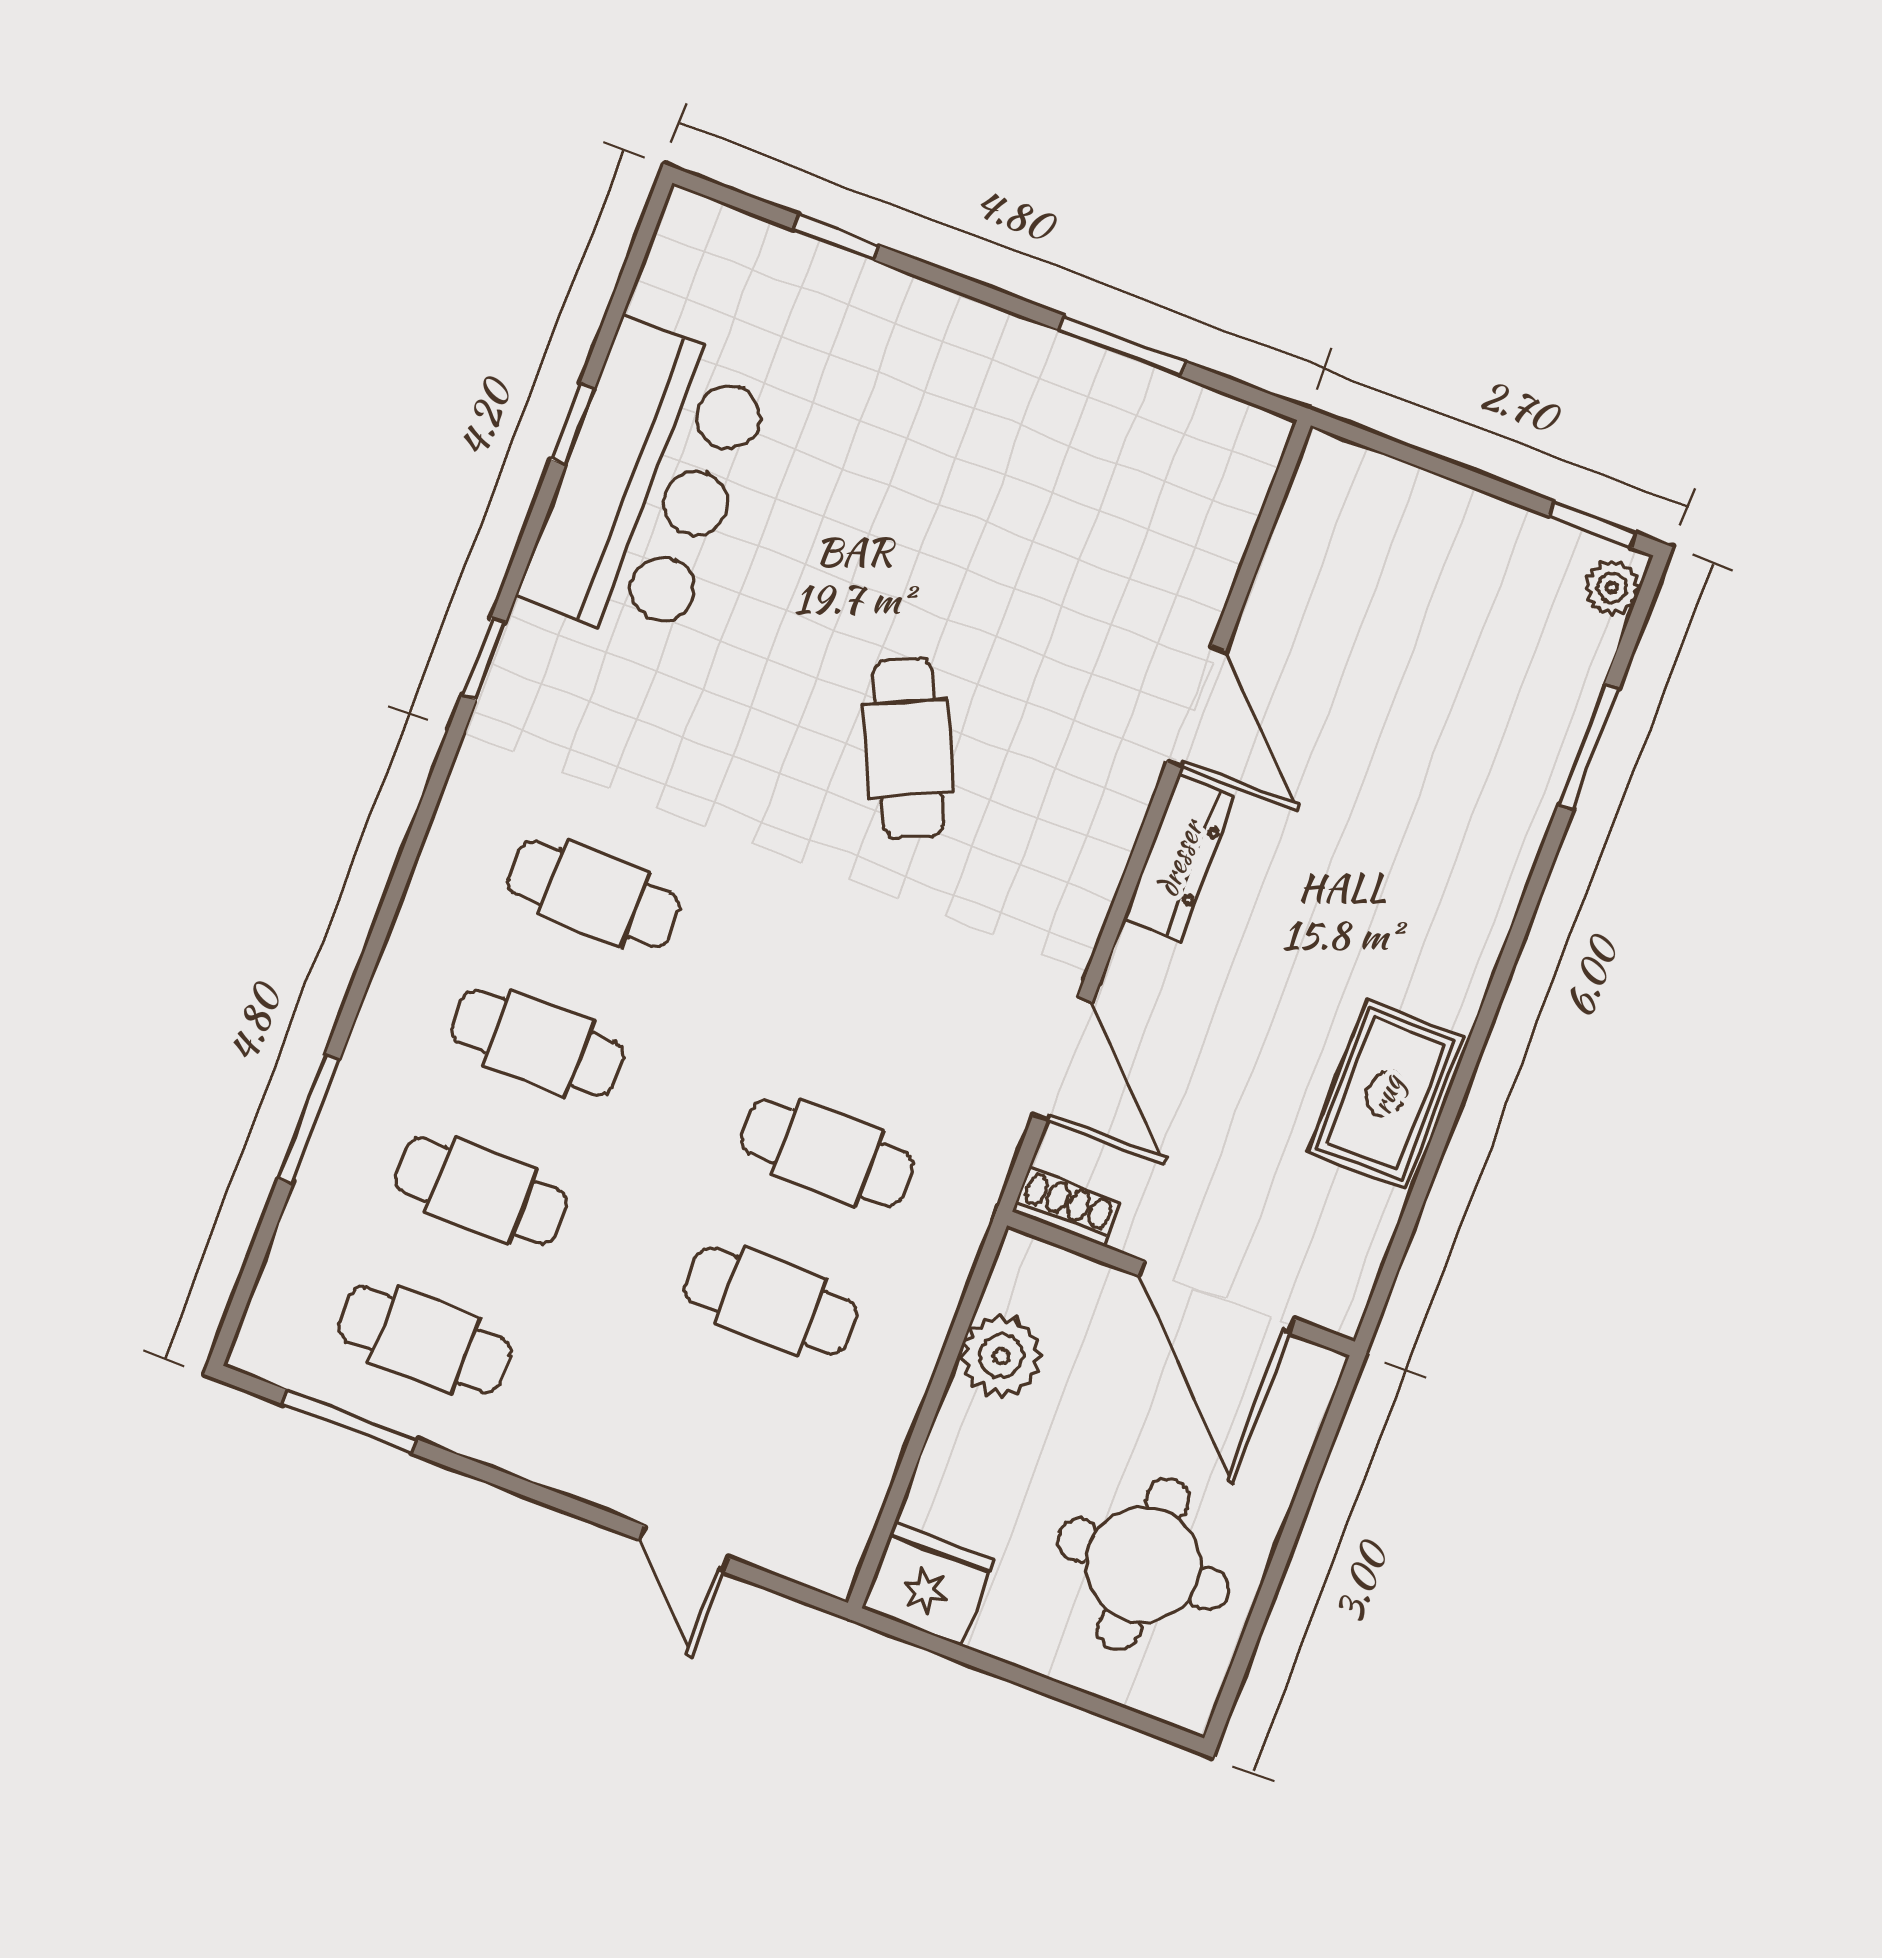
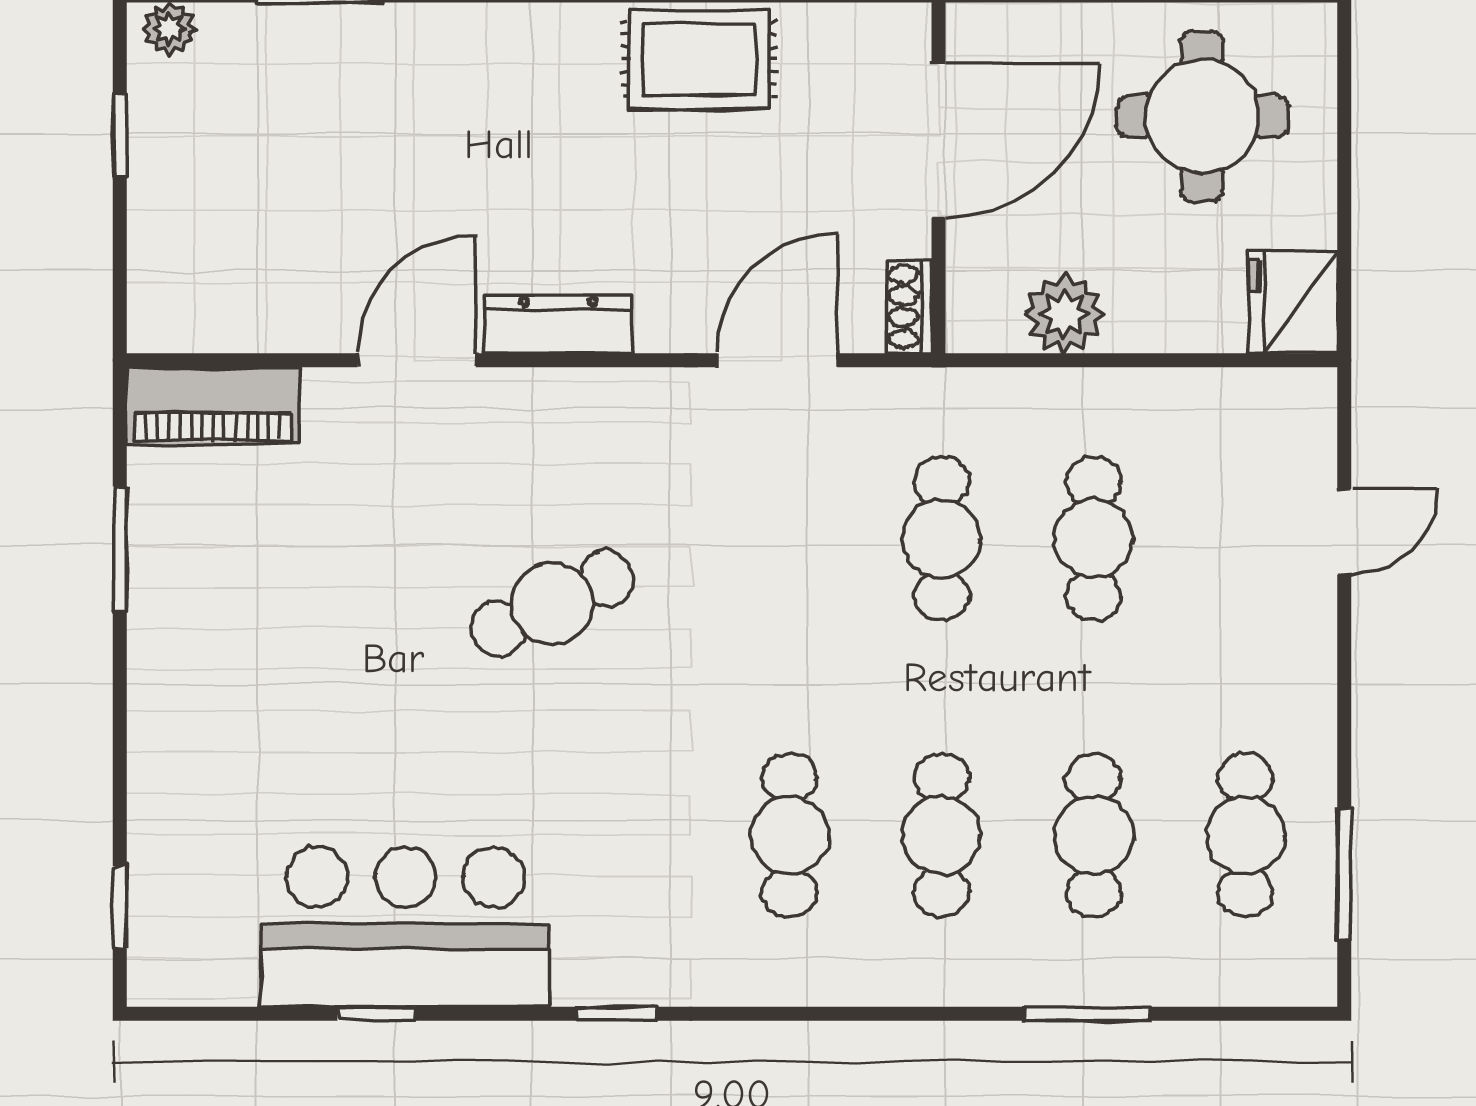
window: (836, 237) -> (120, 907), moved
piano: (1227, 490) -> (213, 406), added
window: (1592, 524) -> (120, 136), moved

